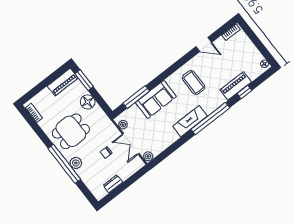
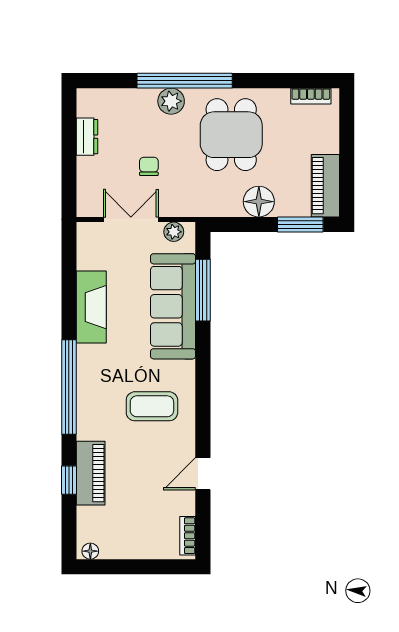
sofa: (156, 99) -> (173, 306), width x1.36
fireplace: (190, 121) -> (91, 307), moved
plant: (148, 156) -> (87, 232), removed

